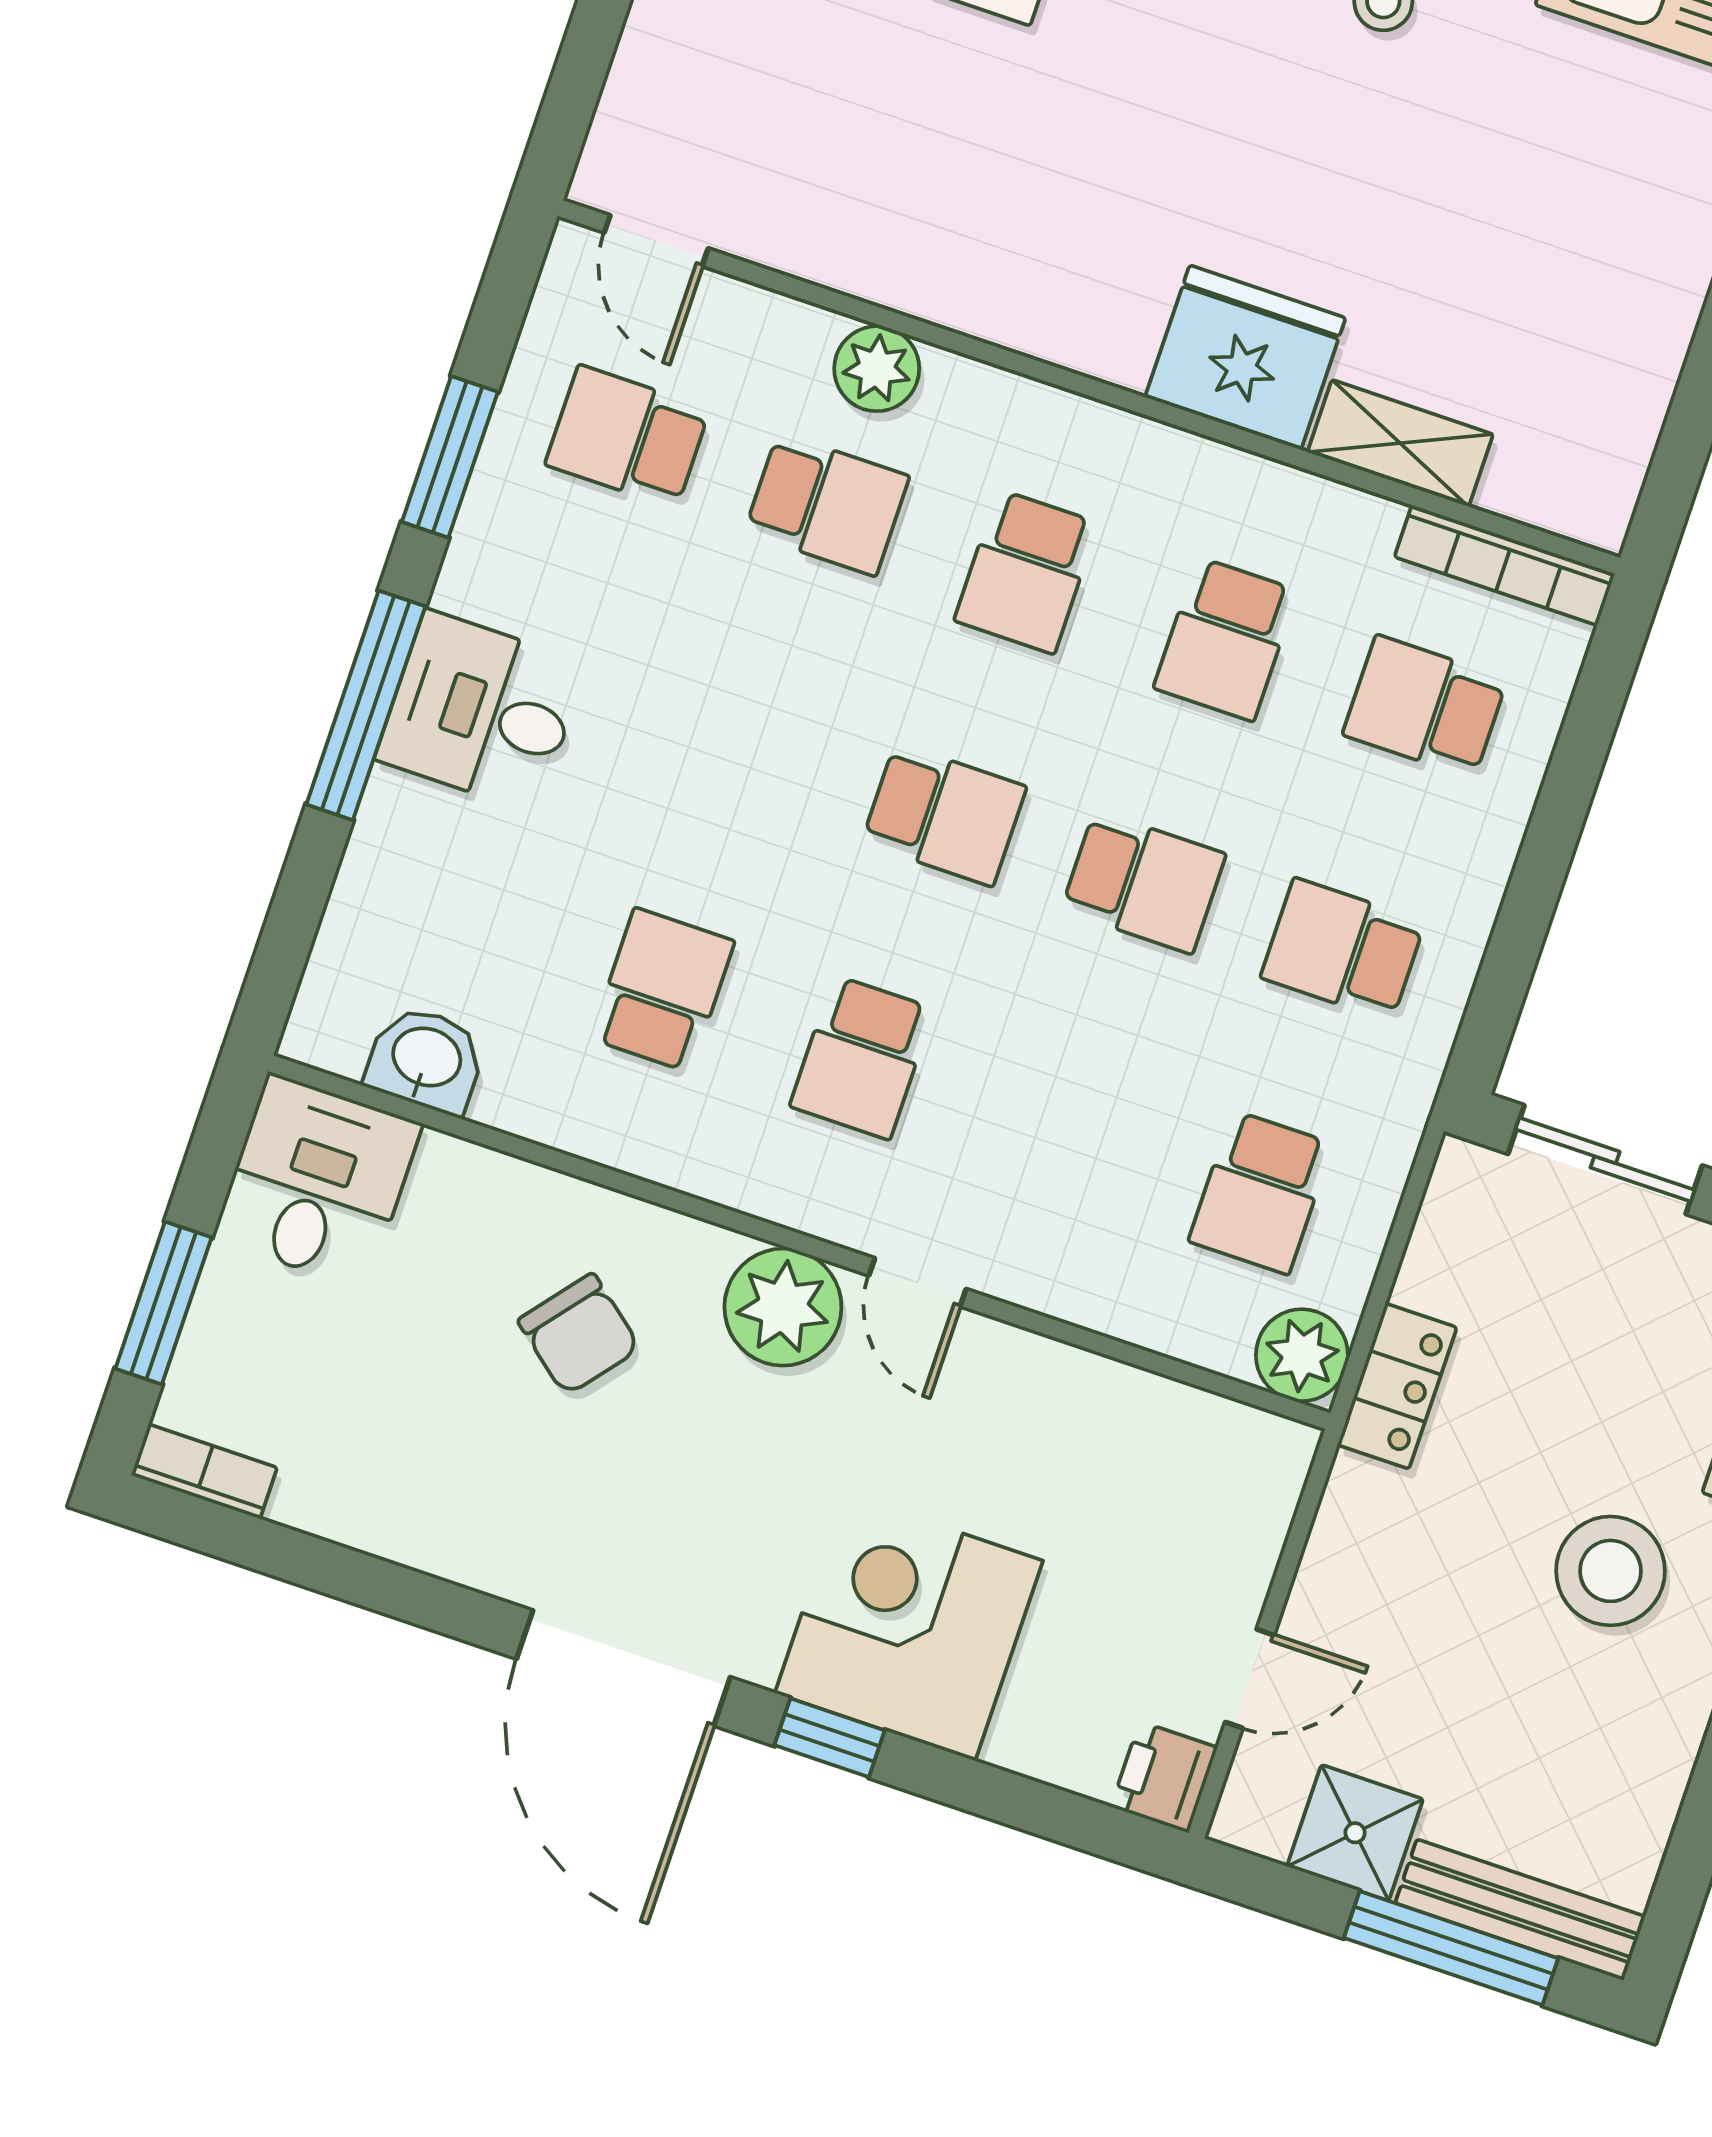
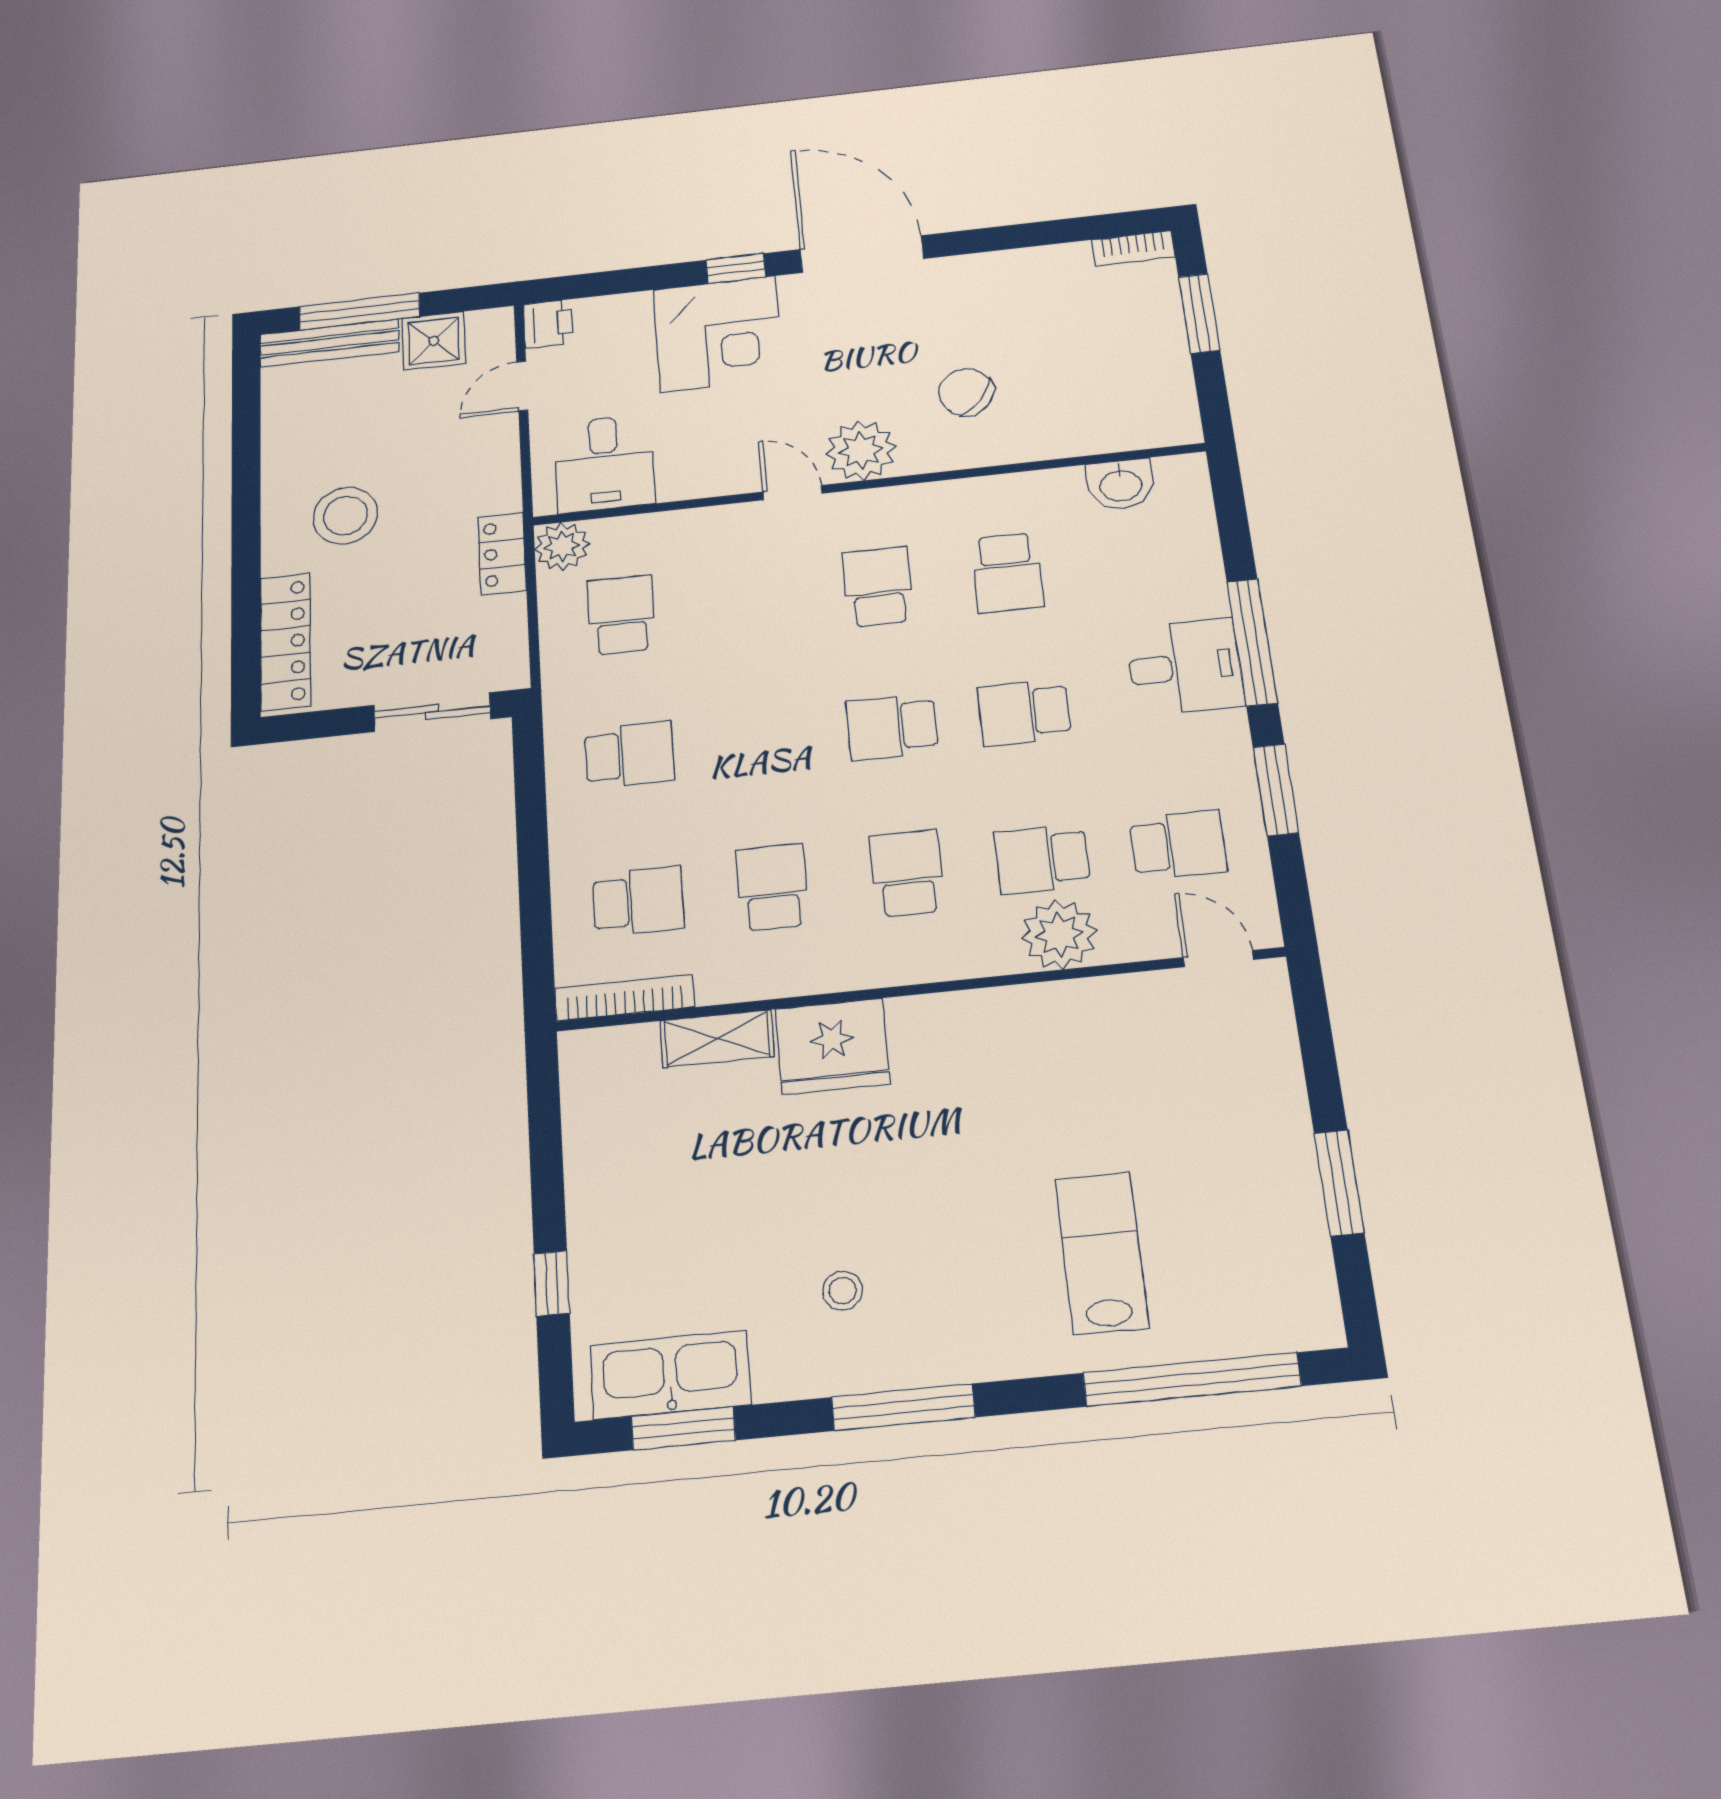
plant: (877, 369) -> (1059, 935), width x1.36, depth x1.36
school desk: (1143, 882) -> (1024, 713), moved
desk: (317, 1181) -> (604, 464), moved

